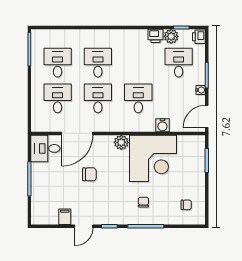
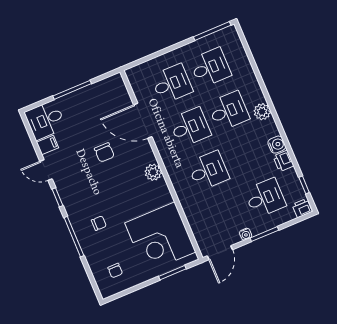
plant: (171, 36) -> (262, 112), moved
door: (207, 116) -> (220, 253), swing flipped
water cooler: (162, 125) -> (277, 145), moved, turned 180
desk: (45, 148) -> (45, 120), moved, turned -90
corner desk: (153, 158) -> (160, 237), moved

